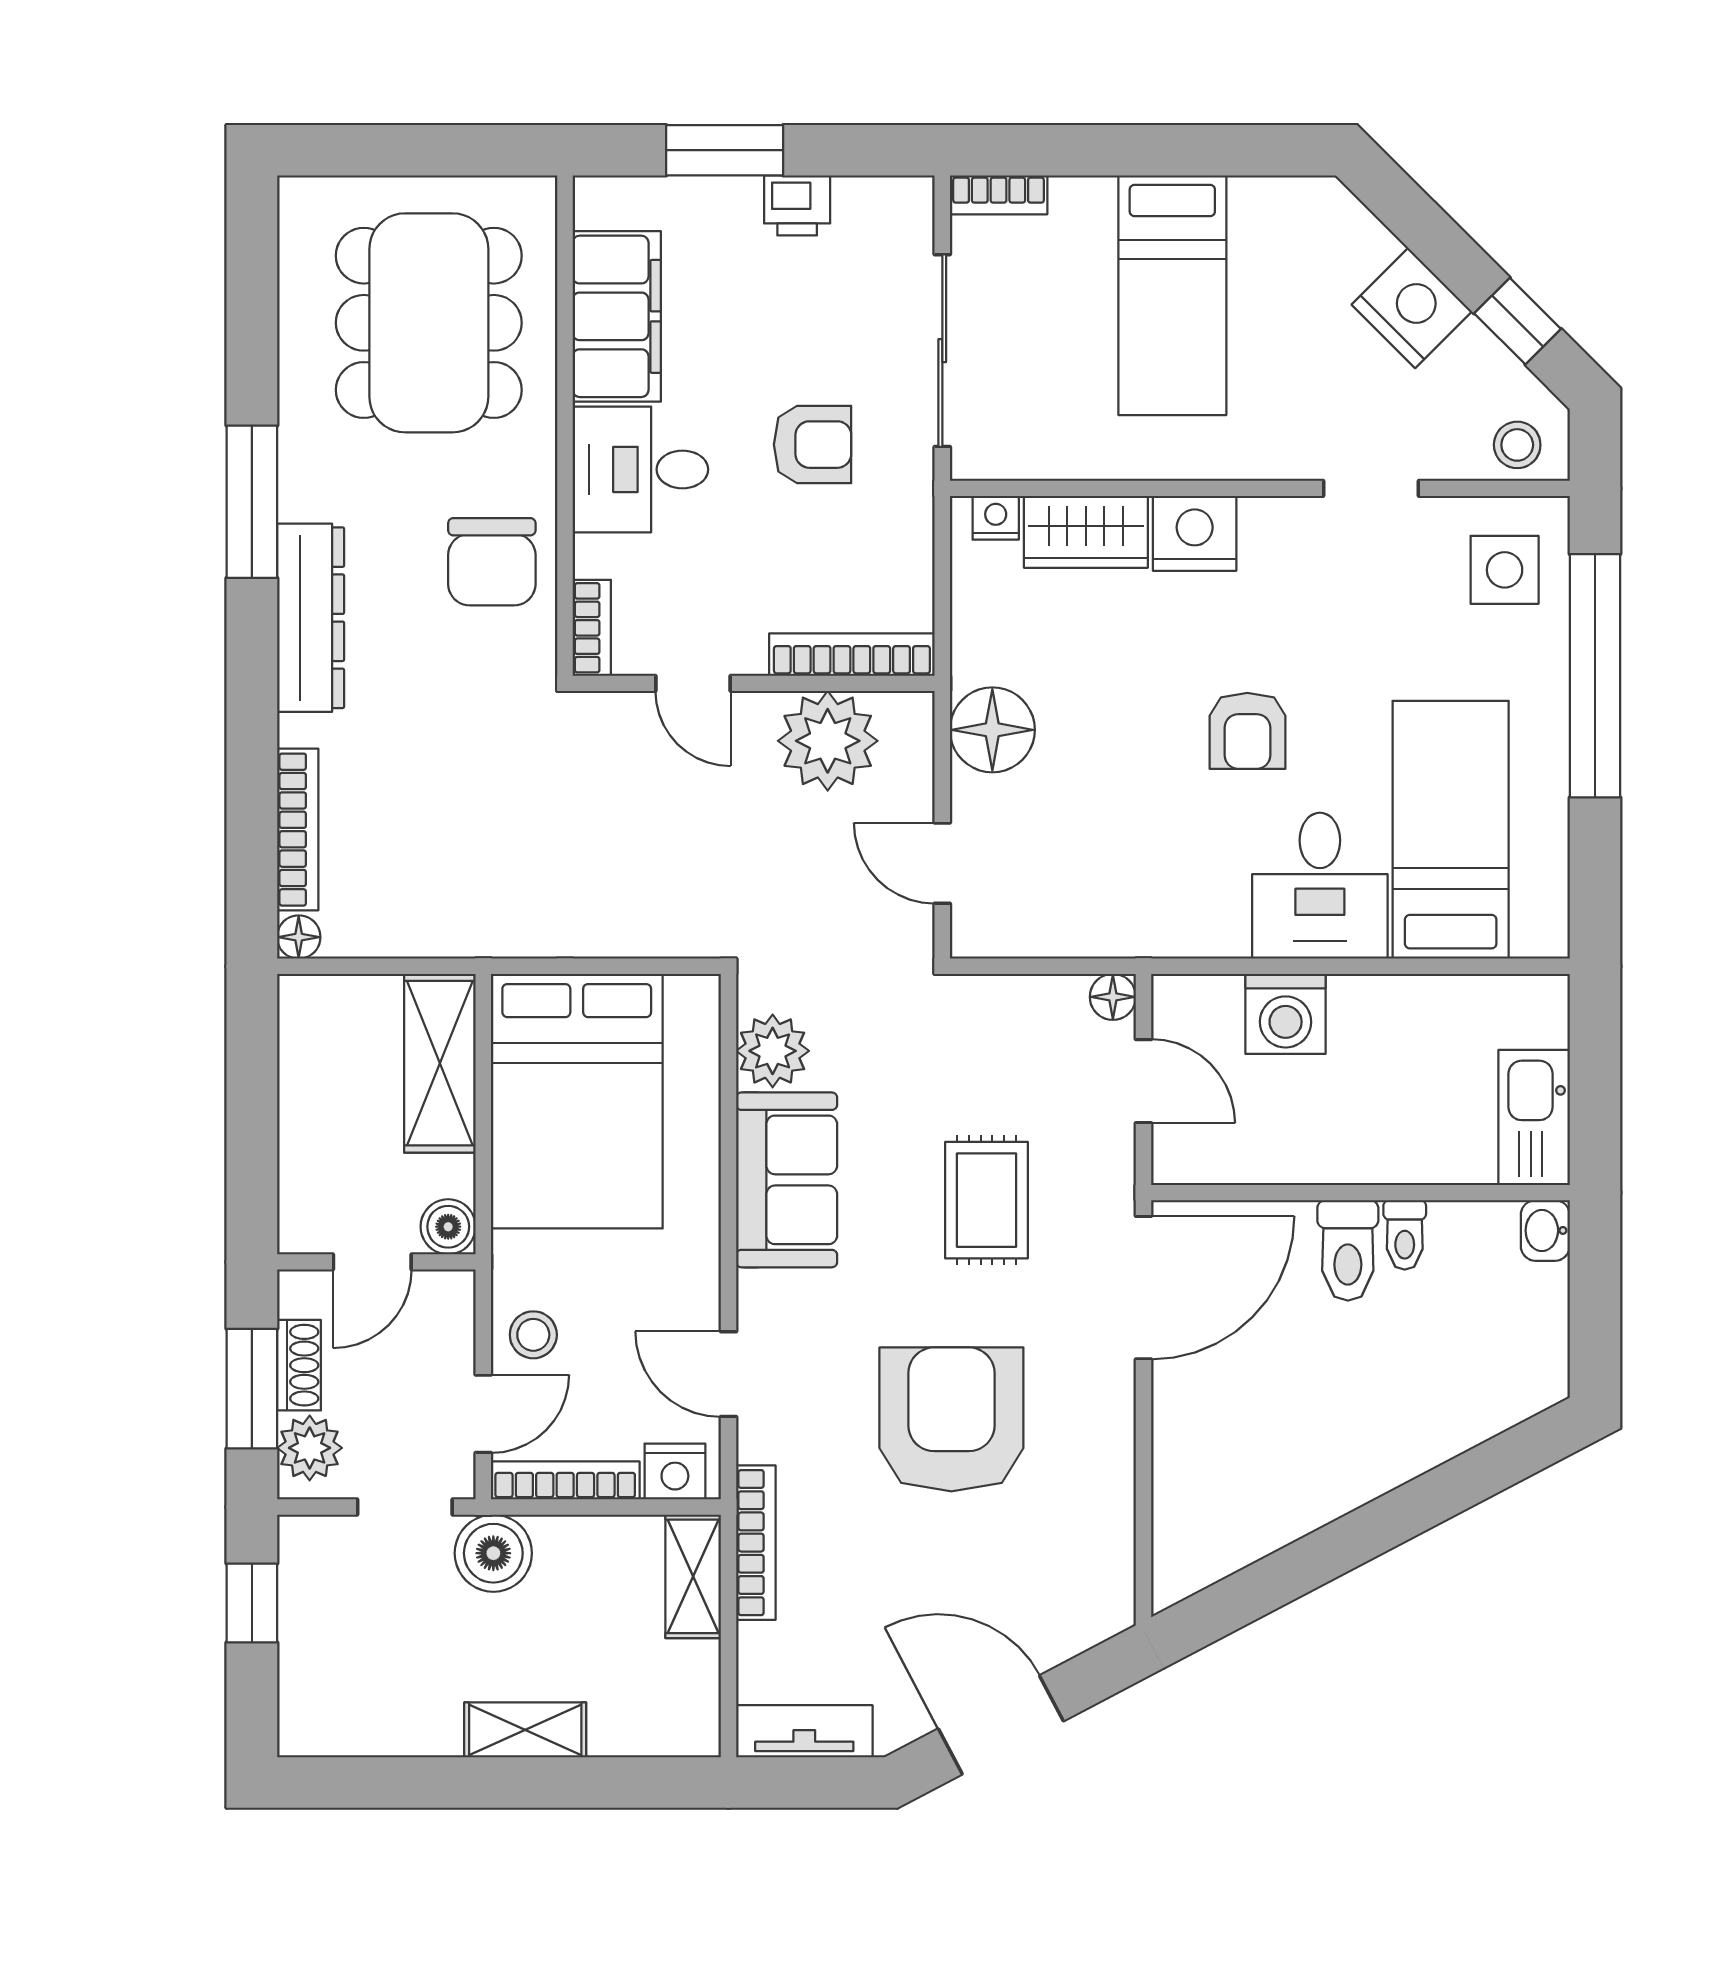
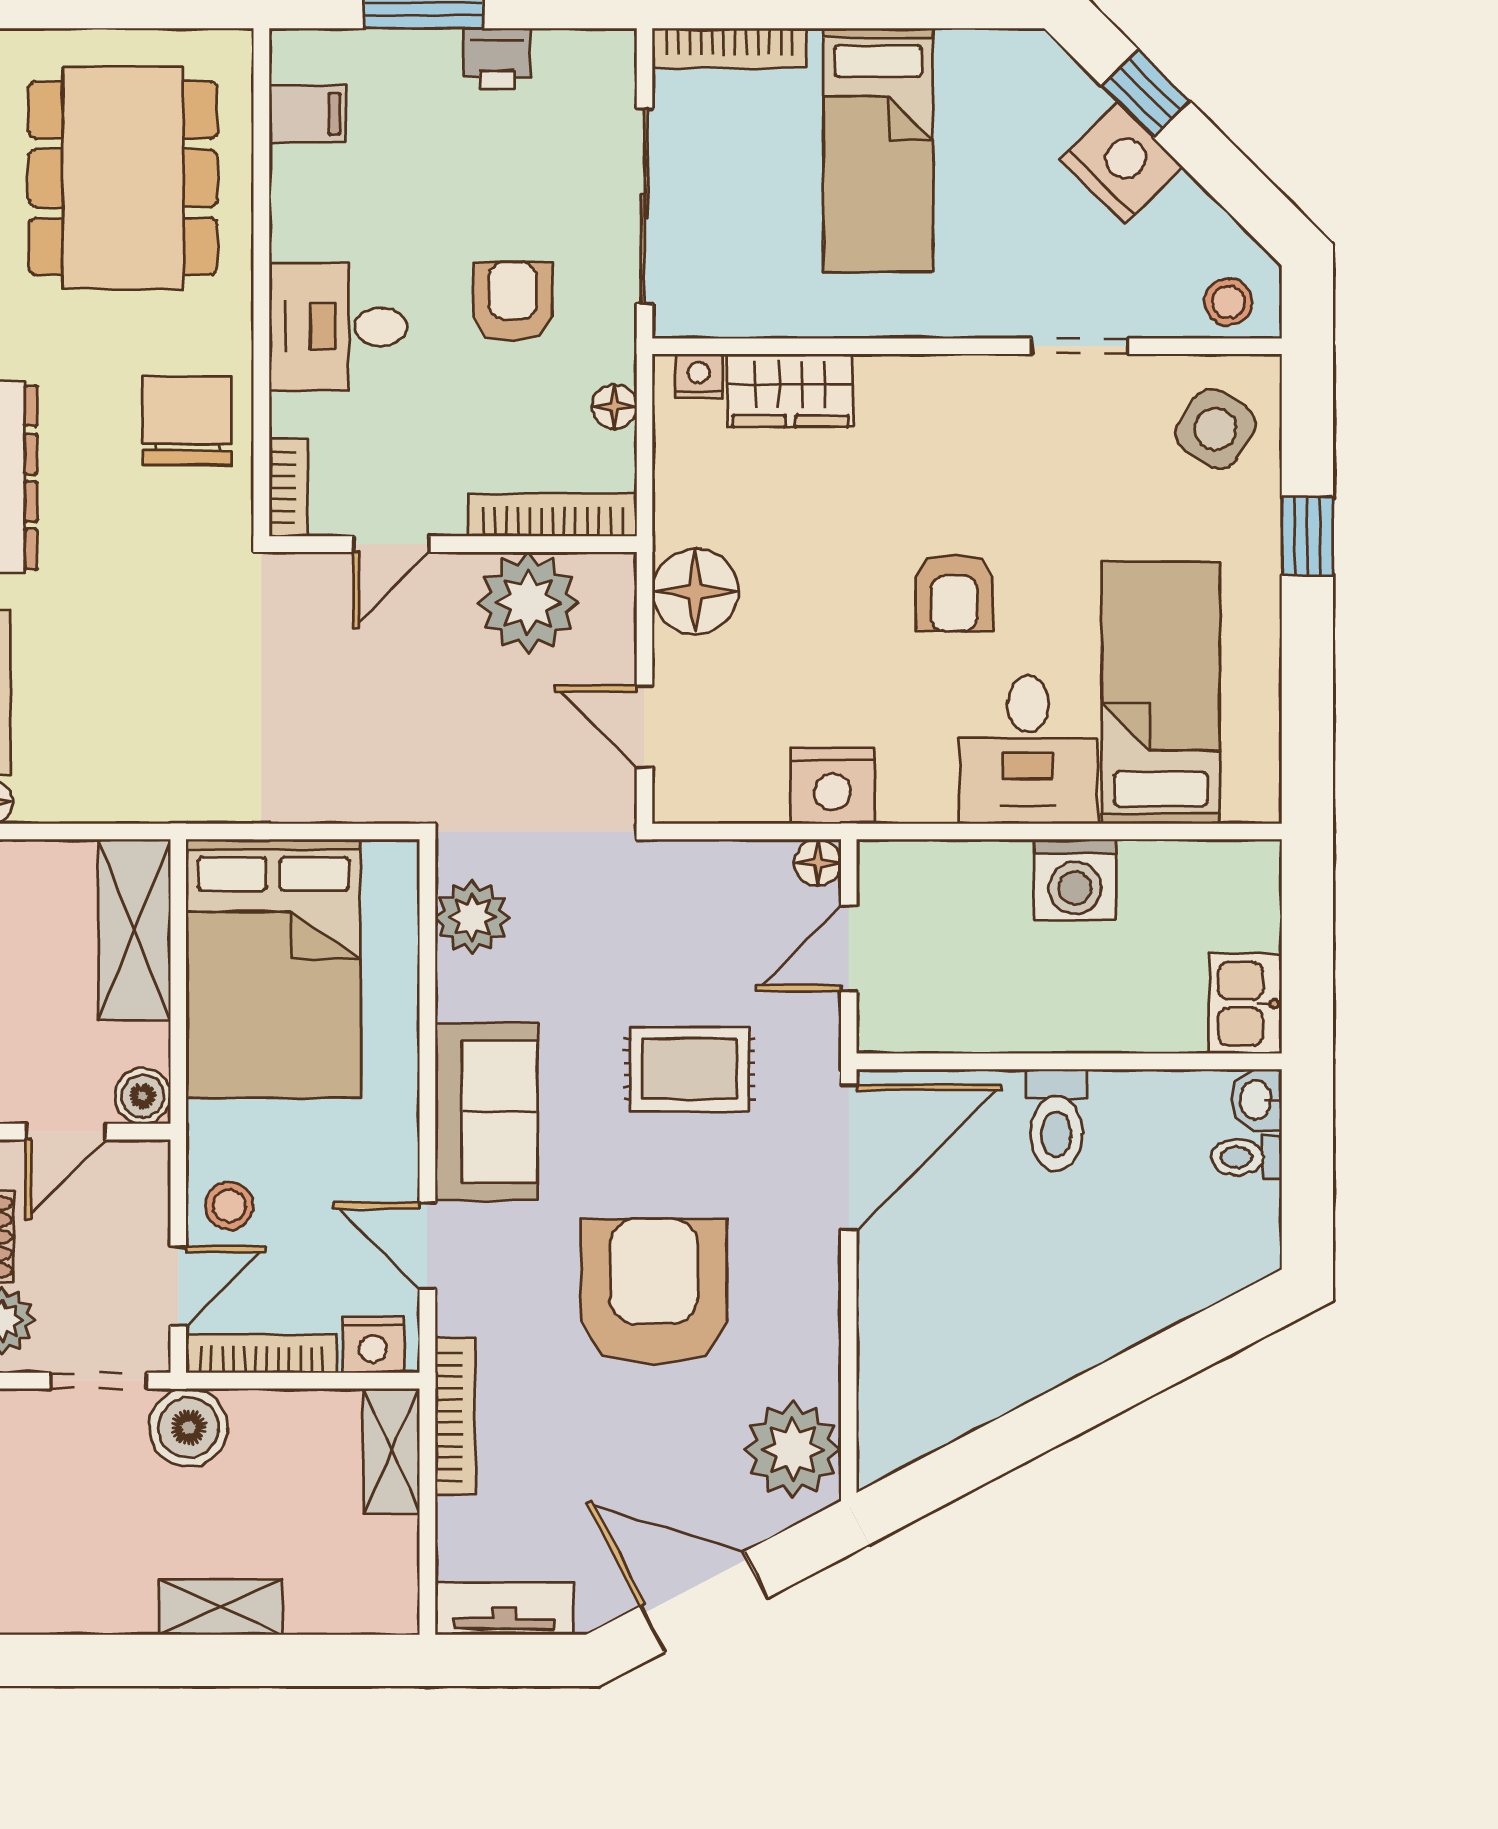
bookcase: (999, 195) -> (729, 48), width x1.56
filing cabinet: (617, 316) -> (307, 114), width x0.33, depth x0.86
window: (1518, 321) -> (1146, 93), moved
armchair: (812, 445) -> (513, 302), turned -90
nightstand: (1195, 533) -> (832, 786), moved, turned 180
floor lamp: (913, 548) -> (615, 407), added
chair: (492, 562) -> (187, 421), turned 180
side table: (1505, 570) -> (1216, 429), turned 32
window: (1595, 676) -> (1307, 536), width x0.32
door: (693, 683) -> (391, 544), hinge flipped
washing machine: (1286, 1014) -> (1075, 880), moved
door: (1143, 1081) -> (849, 948), swing flipped
kitchen sink: (1534, 1117) -> (1246, 1004), width x0.73
sofa: (787, 1180) -> (486, 1112), moved
rug: (986, 1200) -> (689, 1069), turned 90
toilet: (1405, 1235) -> (1246, 1157), moved, turned 90
plant: (1088, 1575) -> (793, 1449), added

